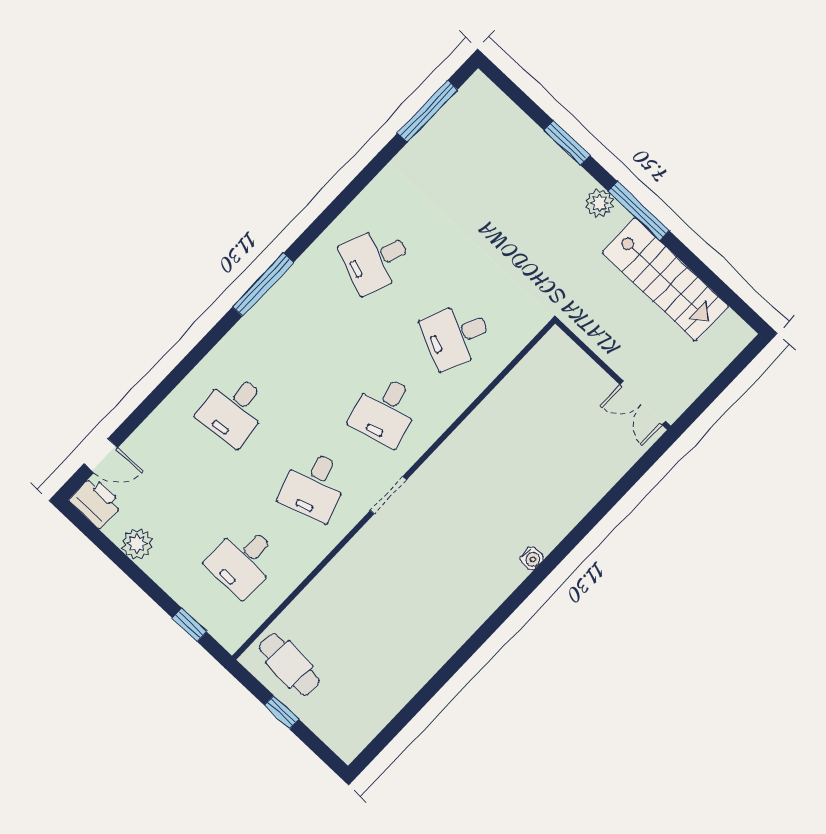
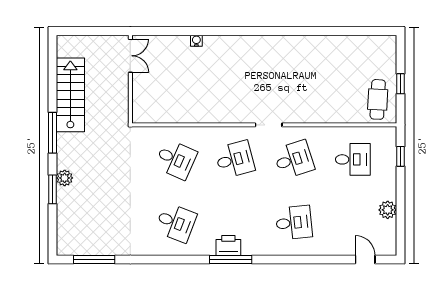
plant: (600, 203) -> (65, 178), moved
printer: (96, 502) -> (228, 245), moved, turned 90
water cooler: (532, 558) -> (196, 41), moved

